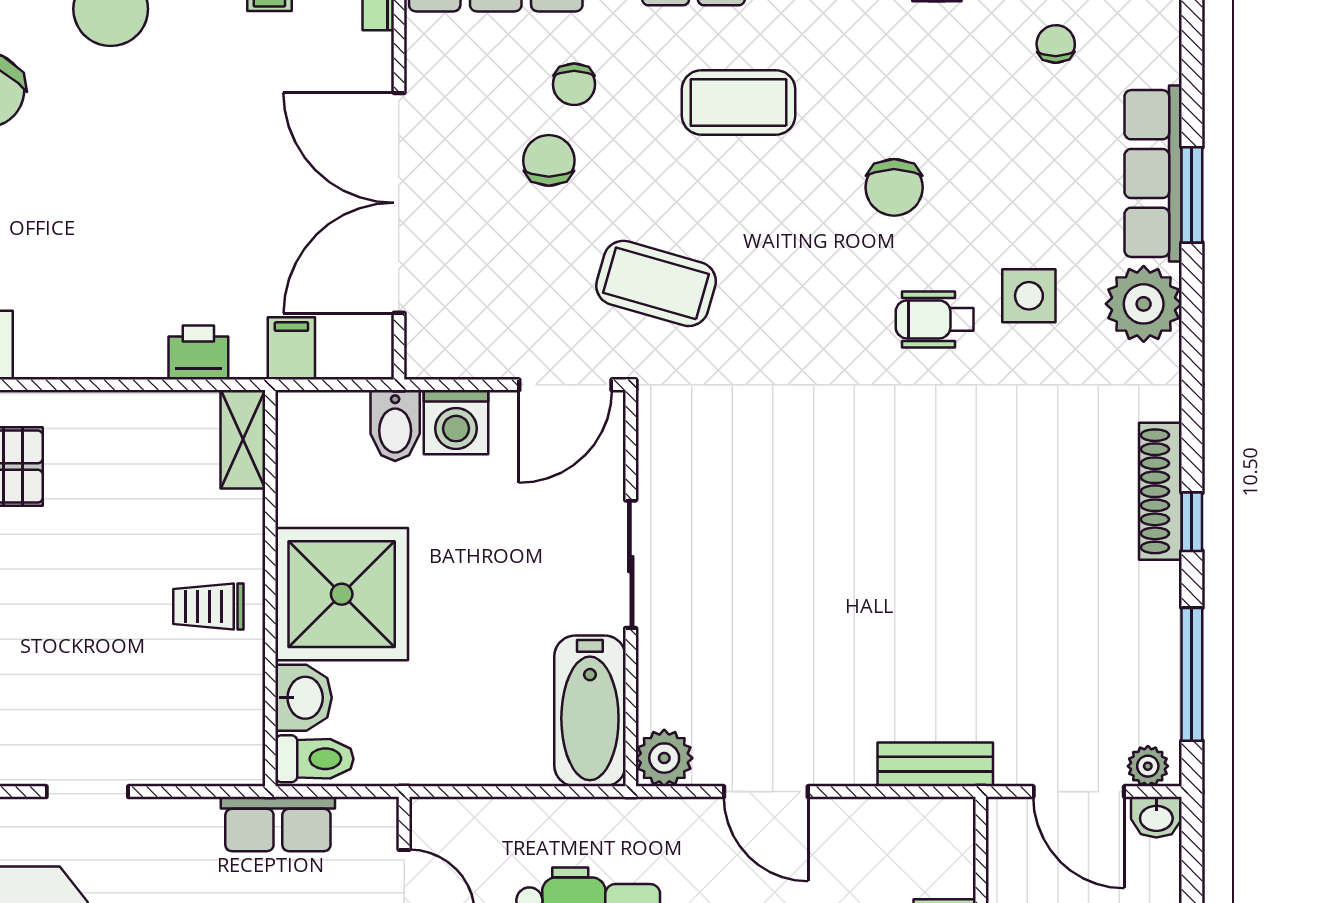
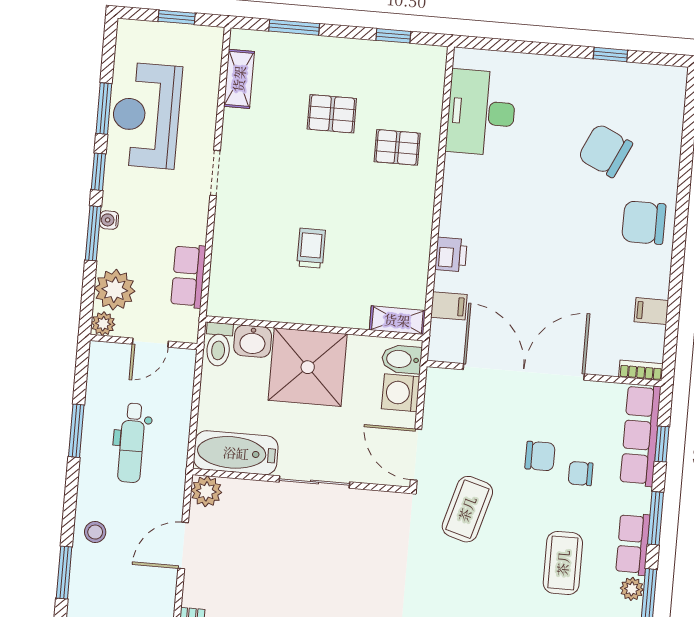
shelving: (243, 439) -> (397, 320), moved
wall: (270, 588) -> (314, 328), moved
shower: (342, 594) -> (308, 367), moved
washbasin: (303, 698) -> (253, 341), moved
toilet: (314, 759) -> (219, 344), moved

